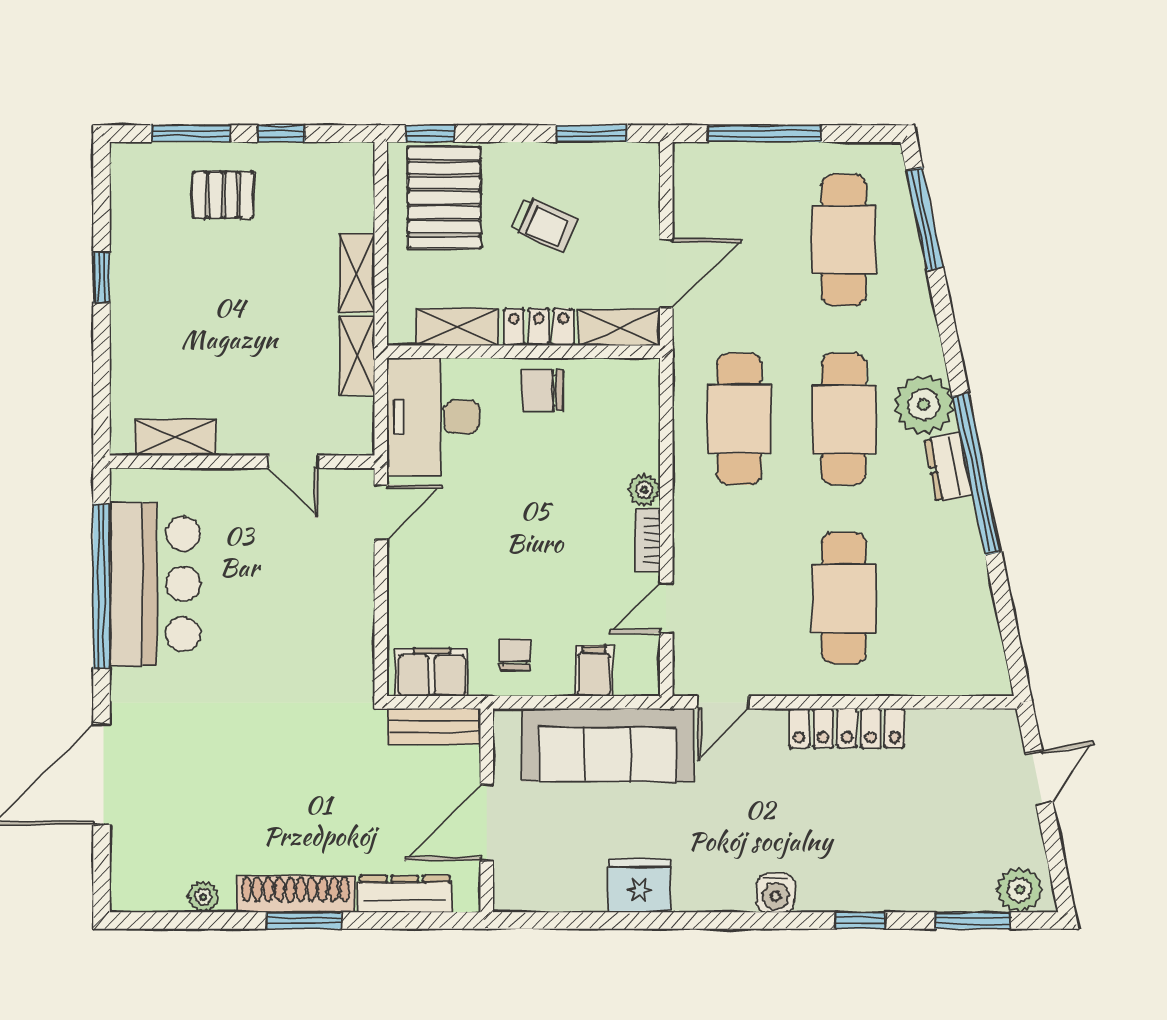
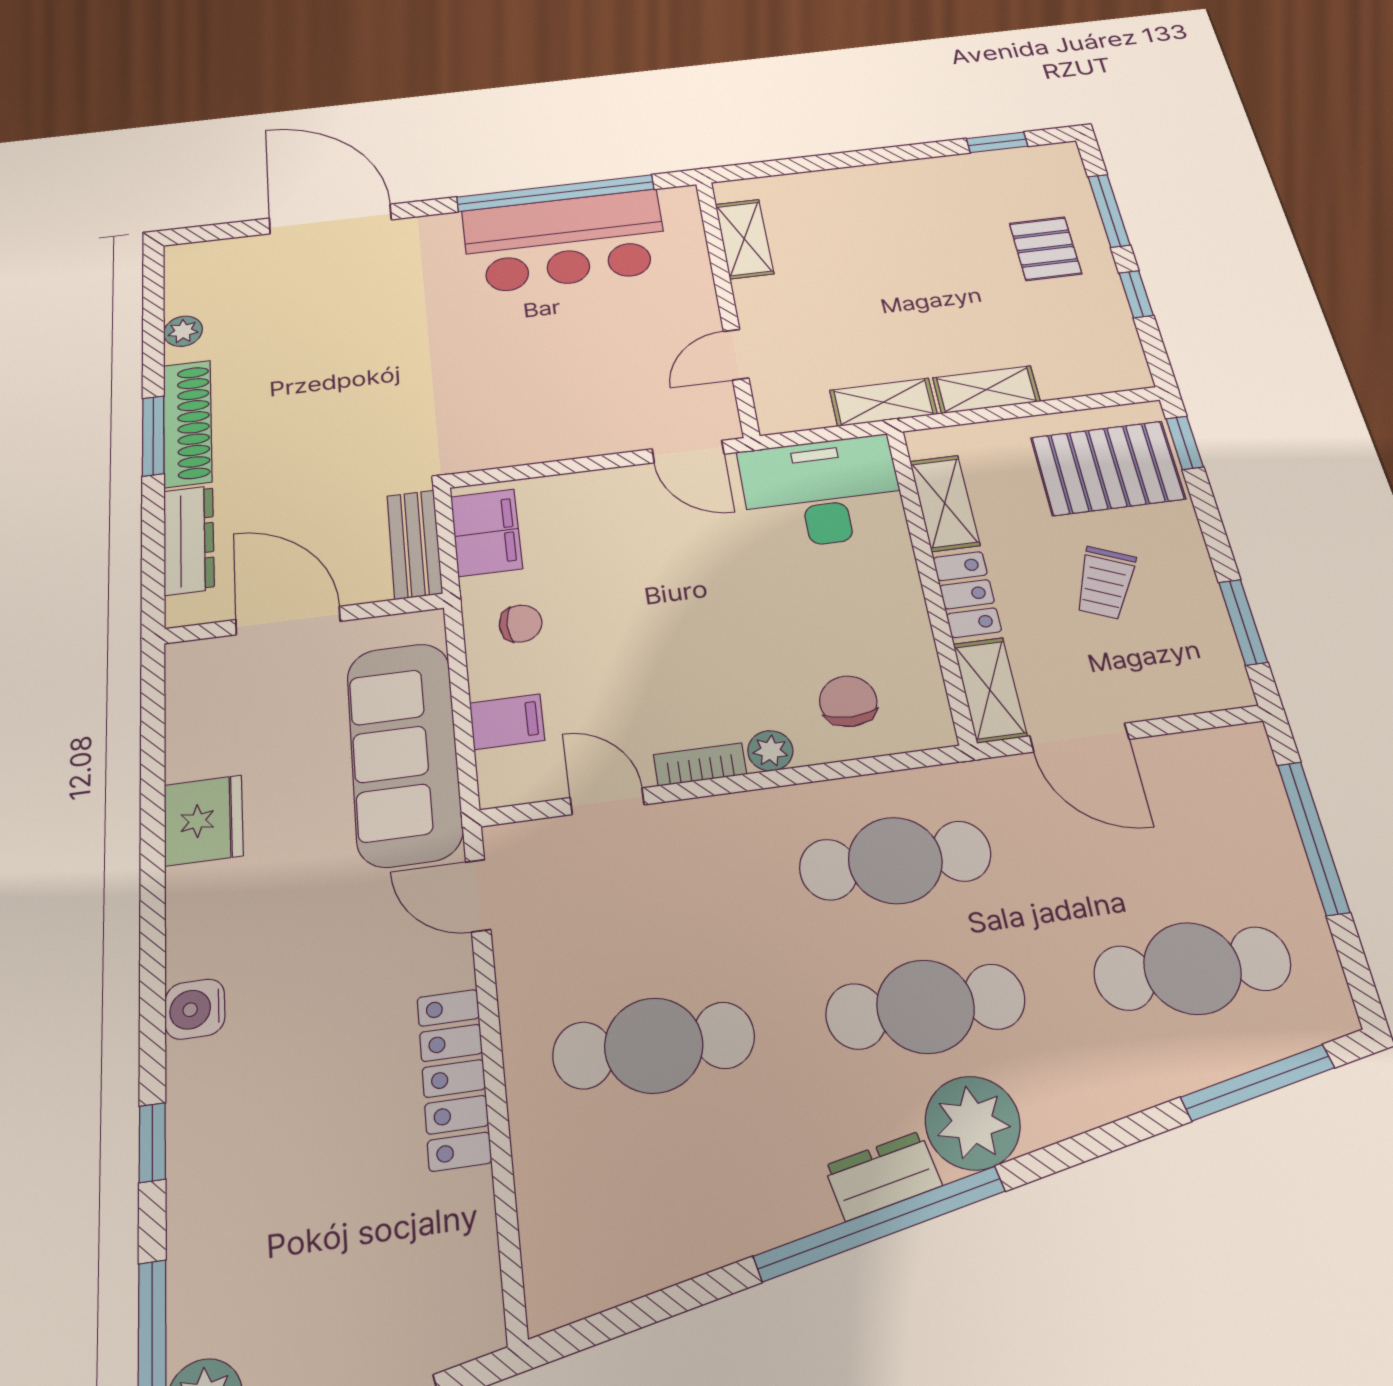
window: (102, 277) -> (997, 142), moved
chair: (542, 390) -> (848, 701), moved

